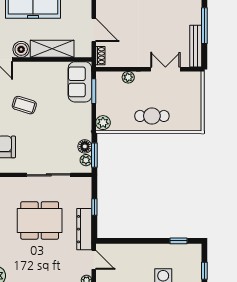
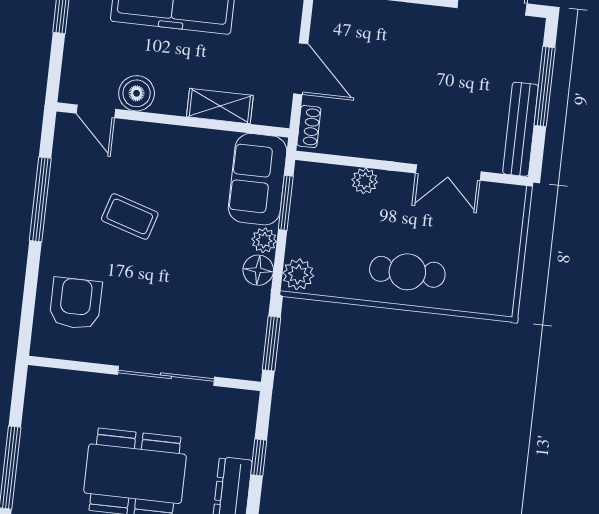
shelving: (52, 49) -> (220, 106), width x0.67, depth x0.75
double door: (165, 69) -> (448, 172), swing flipped
floor lamp: (85, 146) -> (258, 270), moved
plant: (86, 160) -> (264, 240), moved

